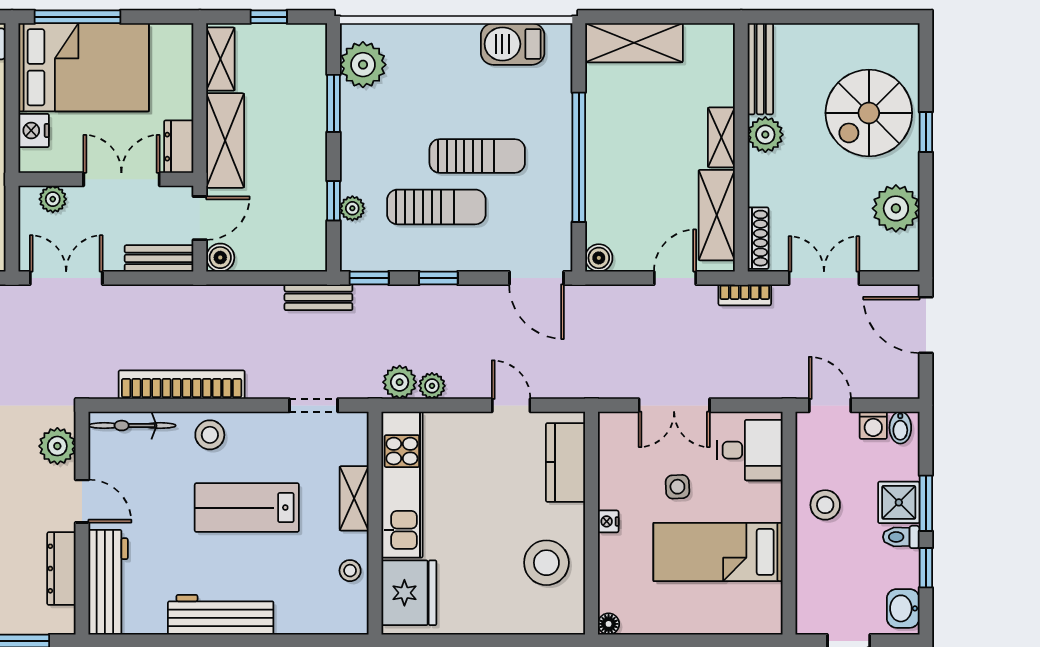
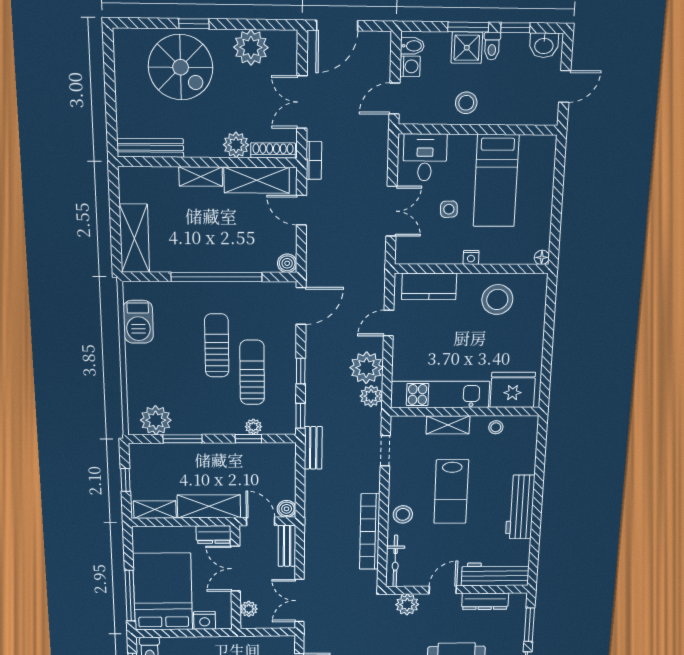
plant: (765, 135) -> (236, 145), moved
plant: (432, 386) -> (366, 368), width x1.88, depth x1.88

